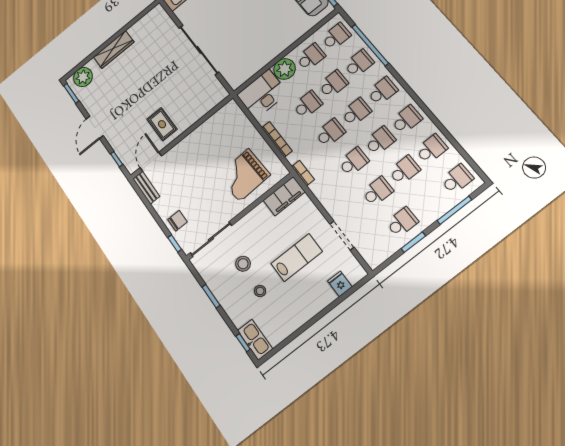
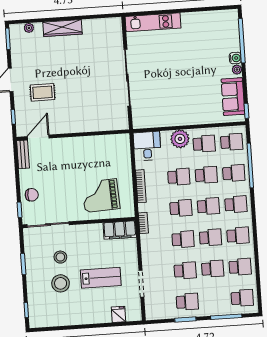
plant: (83, 77) -> (29, 28), width x0.53, depth x0.53
desk: (262, 94) -> (147, 146), width x0.73
rug: (162, 124) -> (42, 92), moved, turned 90
stool: (260, 291) -> (61, 283), width x1.89, depth x1.89
kitchen sink: (255, 340) -> (36, 313), removed

